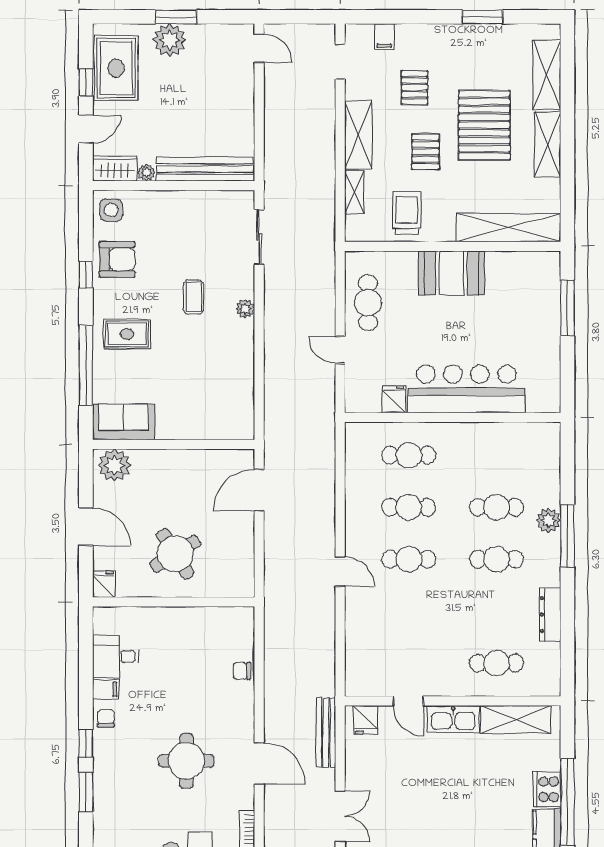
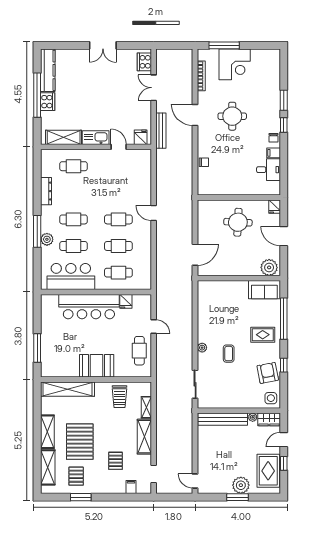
pallet: (426, 152) -> (76, 476), moved
armchair: (117, 259) -> (268, 373), turned 79
bar counter: (502, 448) -> (71, 276), added
round table: (175, 554) -> (238, 222), turned 35

